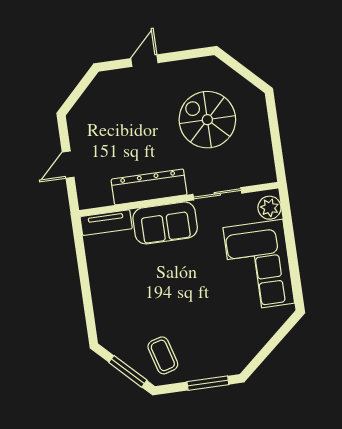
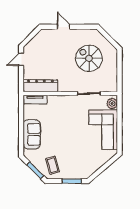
door: (144, 61) -> (64, 27), hinge flipped
door: (68, 165) -> (21, 59), moved
dresser: (149, 187) -> (40, 86), moved
sofa: (165, 223) -> (32, 134), moved, turned -90

